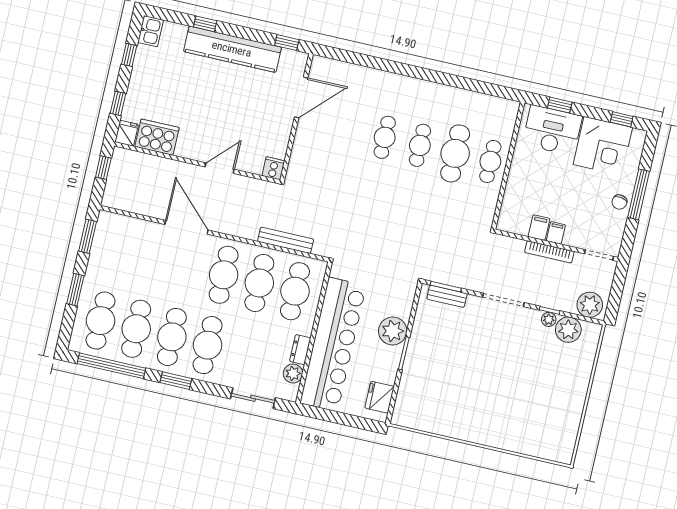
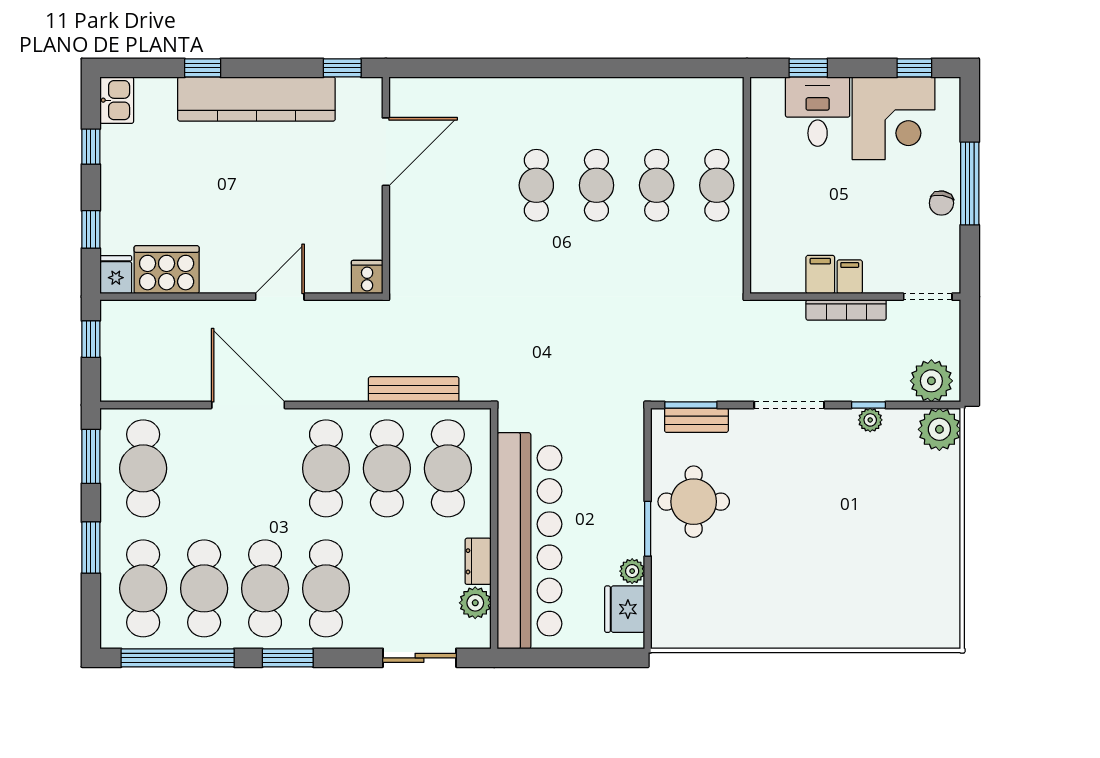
desk: (552, 130) -> (818, 112), width x0.73
cafe table: (455, 153) -> (657, 185), width x0.73, depth x0.74
cafe table: (117, 250) -> (143, 468), added
plant: (568, 330) -> (939, 429), moved
plant: (393, 331) -> (632, 571), moved, width x0.53, depth x0.53
round table: (434, 344) -> (694, 502), added

